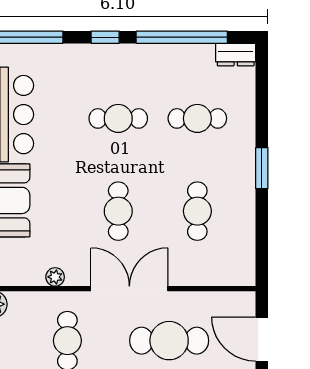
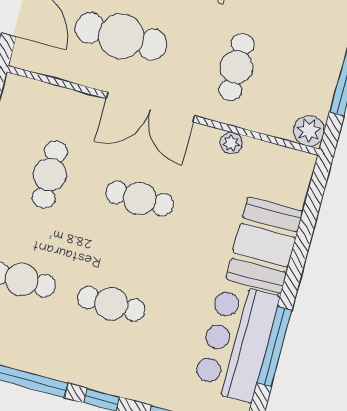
cafe table: (118, 211) -> (140, 199), turned 90

